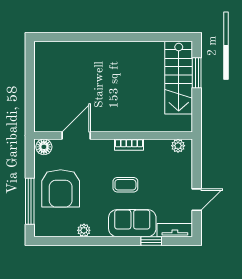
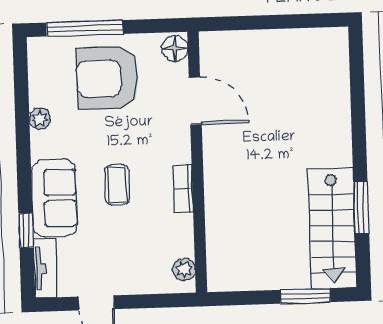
window: (144, 37) -> (361, 208), added
stairs: (179, 78) -> (332, 228), moved, turned -90

